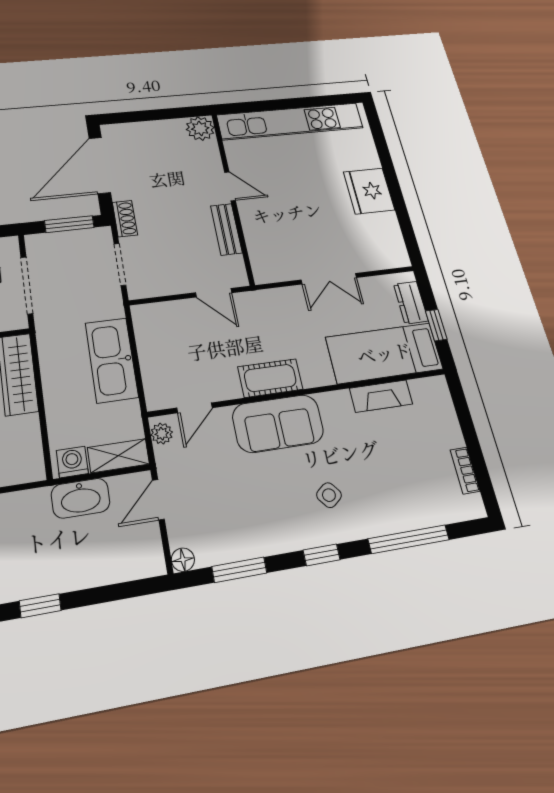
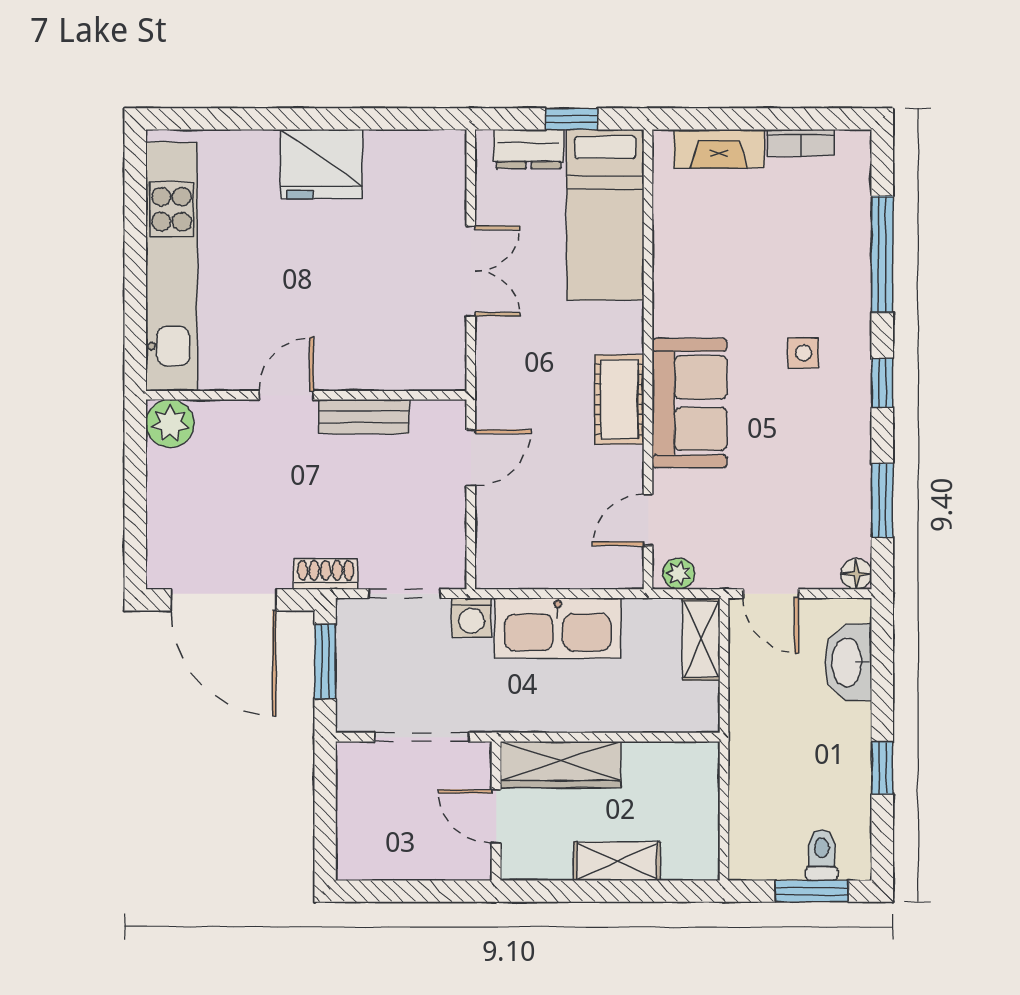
fireplace: (381, 396) -> (719, 149), moved, turned 90
door: (195, 408) -> (648, 520), swing flipped
washing machine: (72, 462) -> (472, 618), moved, turned -90
side table: (329, 495) -> (803, 353), turned 38
washbasin: (81, 498) -> (848, 662), moved, turned 180

